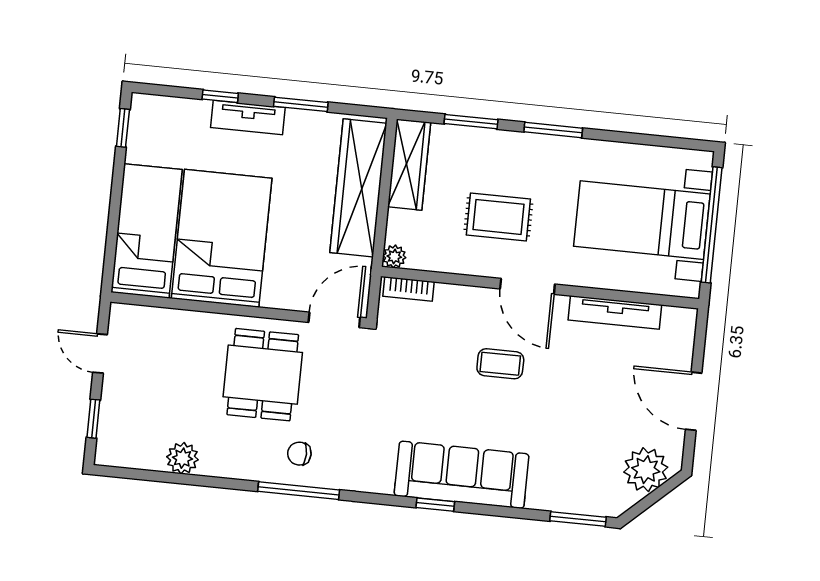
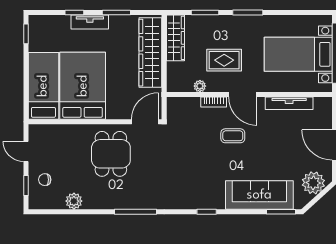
plant: (394, 257) -> (200, 86), moved
bookcase: (409, 289) -> (214, 102), moved
chair: (299, 454) -> (45, 180), moved
sofa: (462, 475) -> (259, 195), moved

